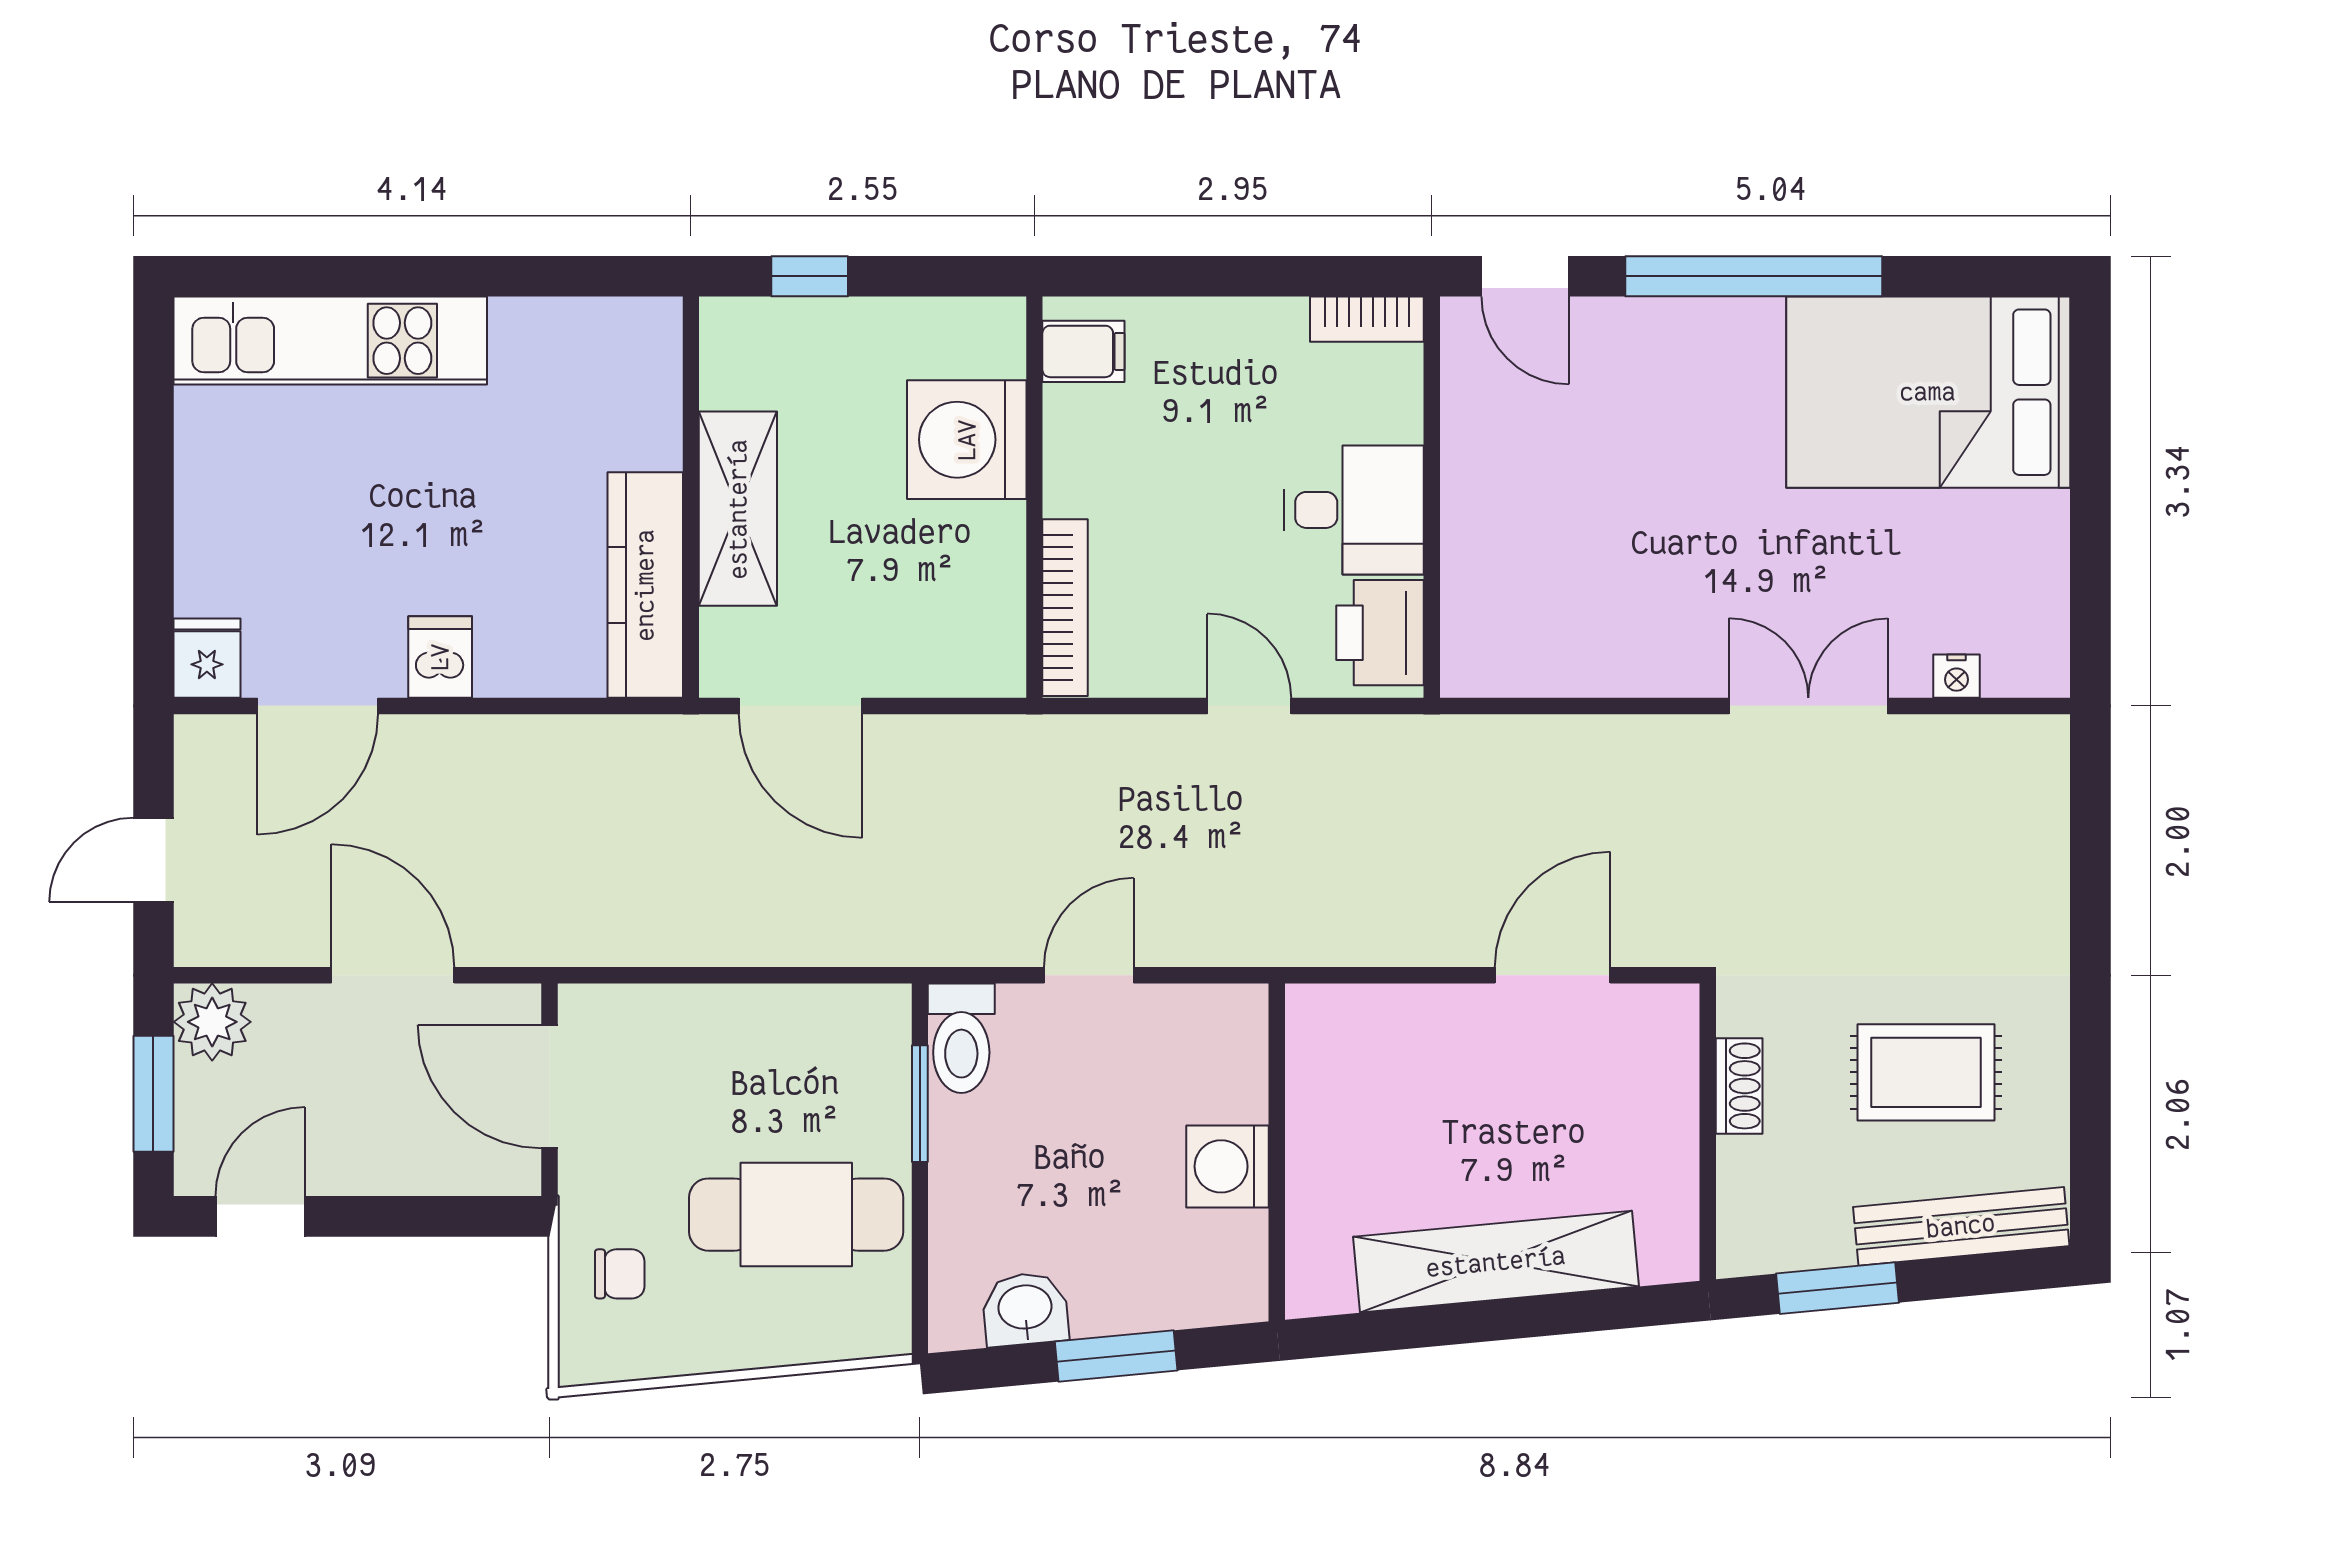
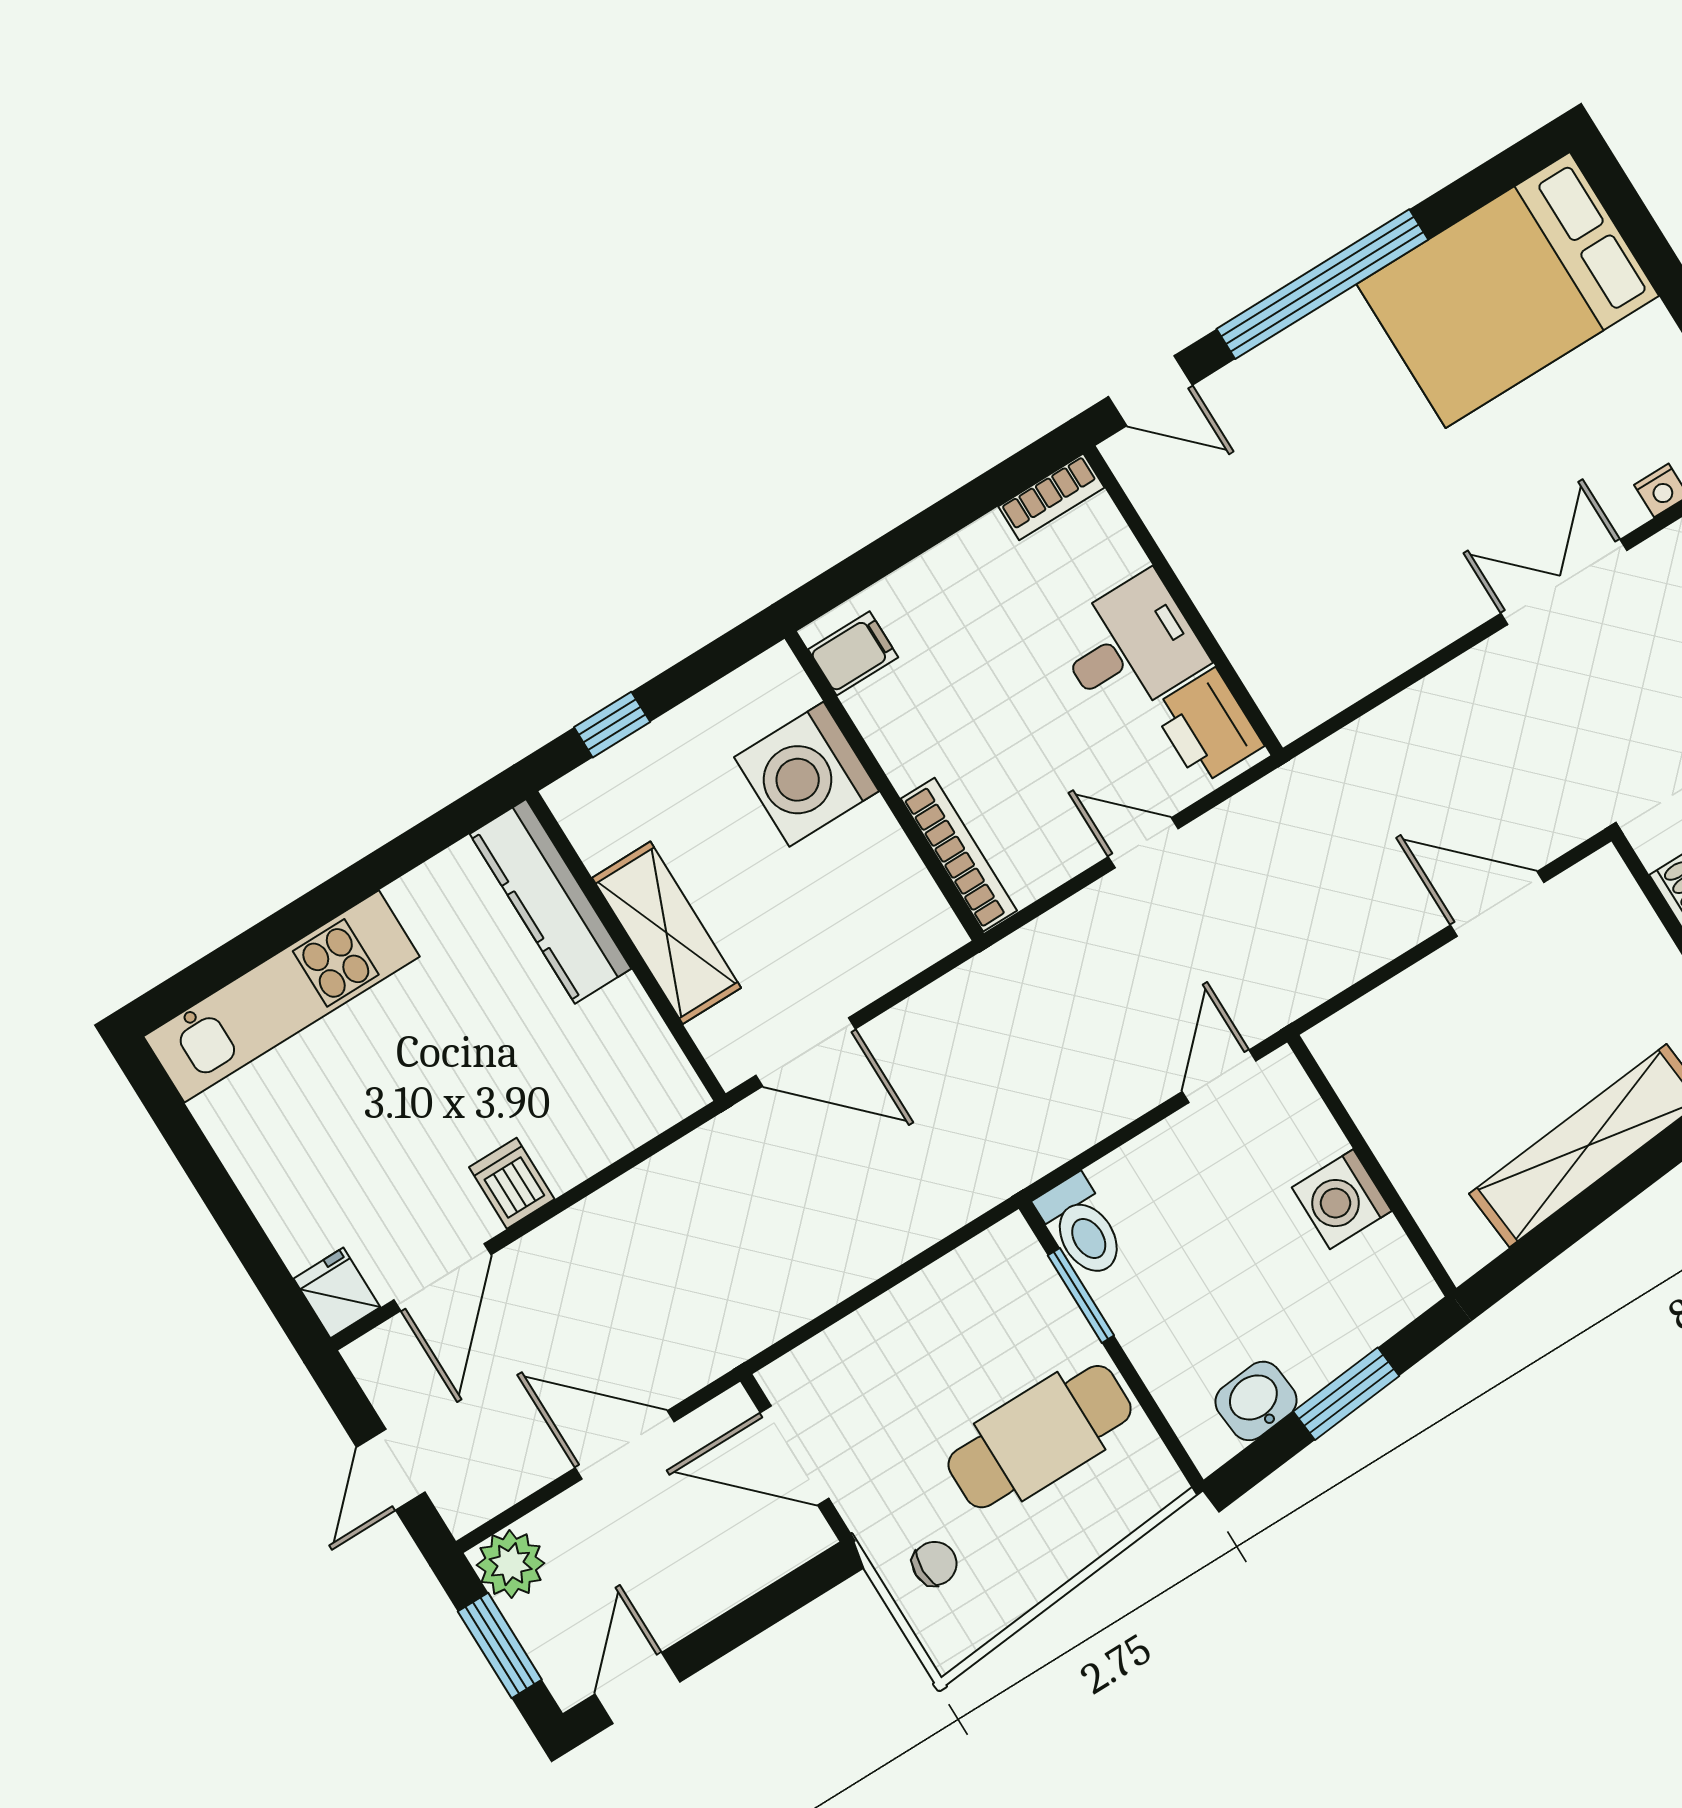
kitchen counter: (645, 585) -> (550, 901), moved
door: (1089, 975) -> (1219, 1076), moved
door: (1553, 975) -> (1497, 904), hinge flipped

